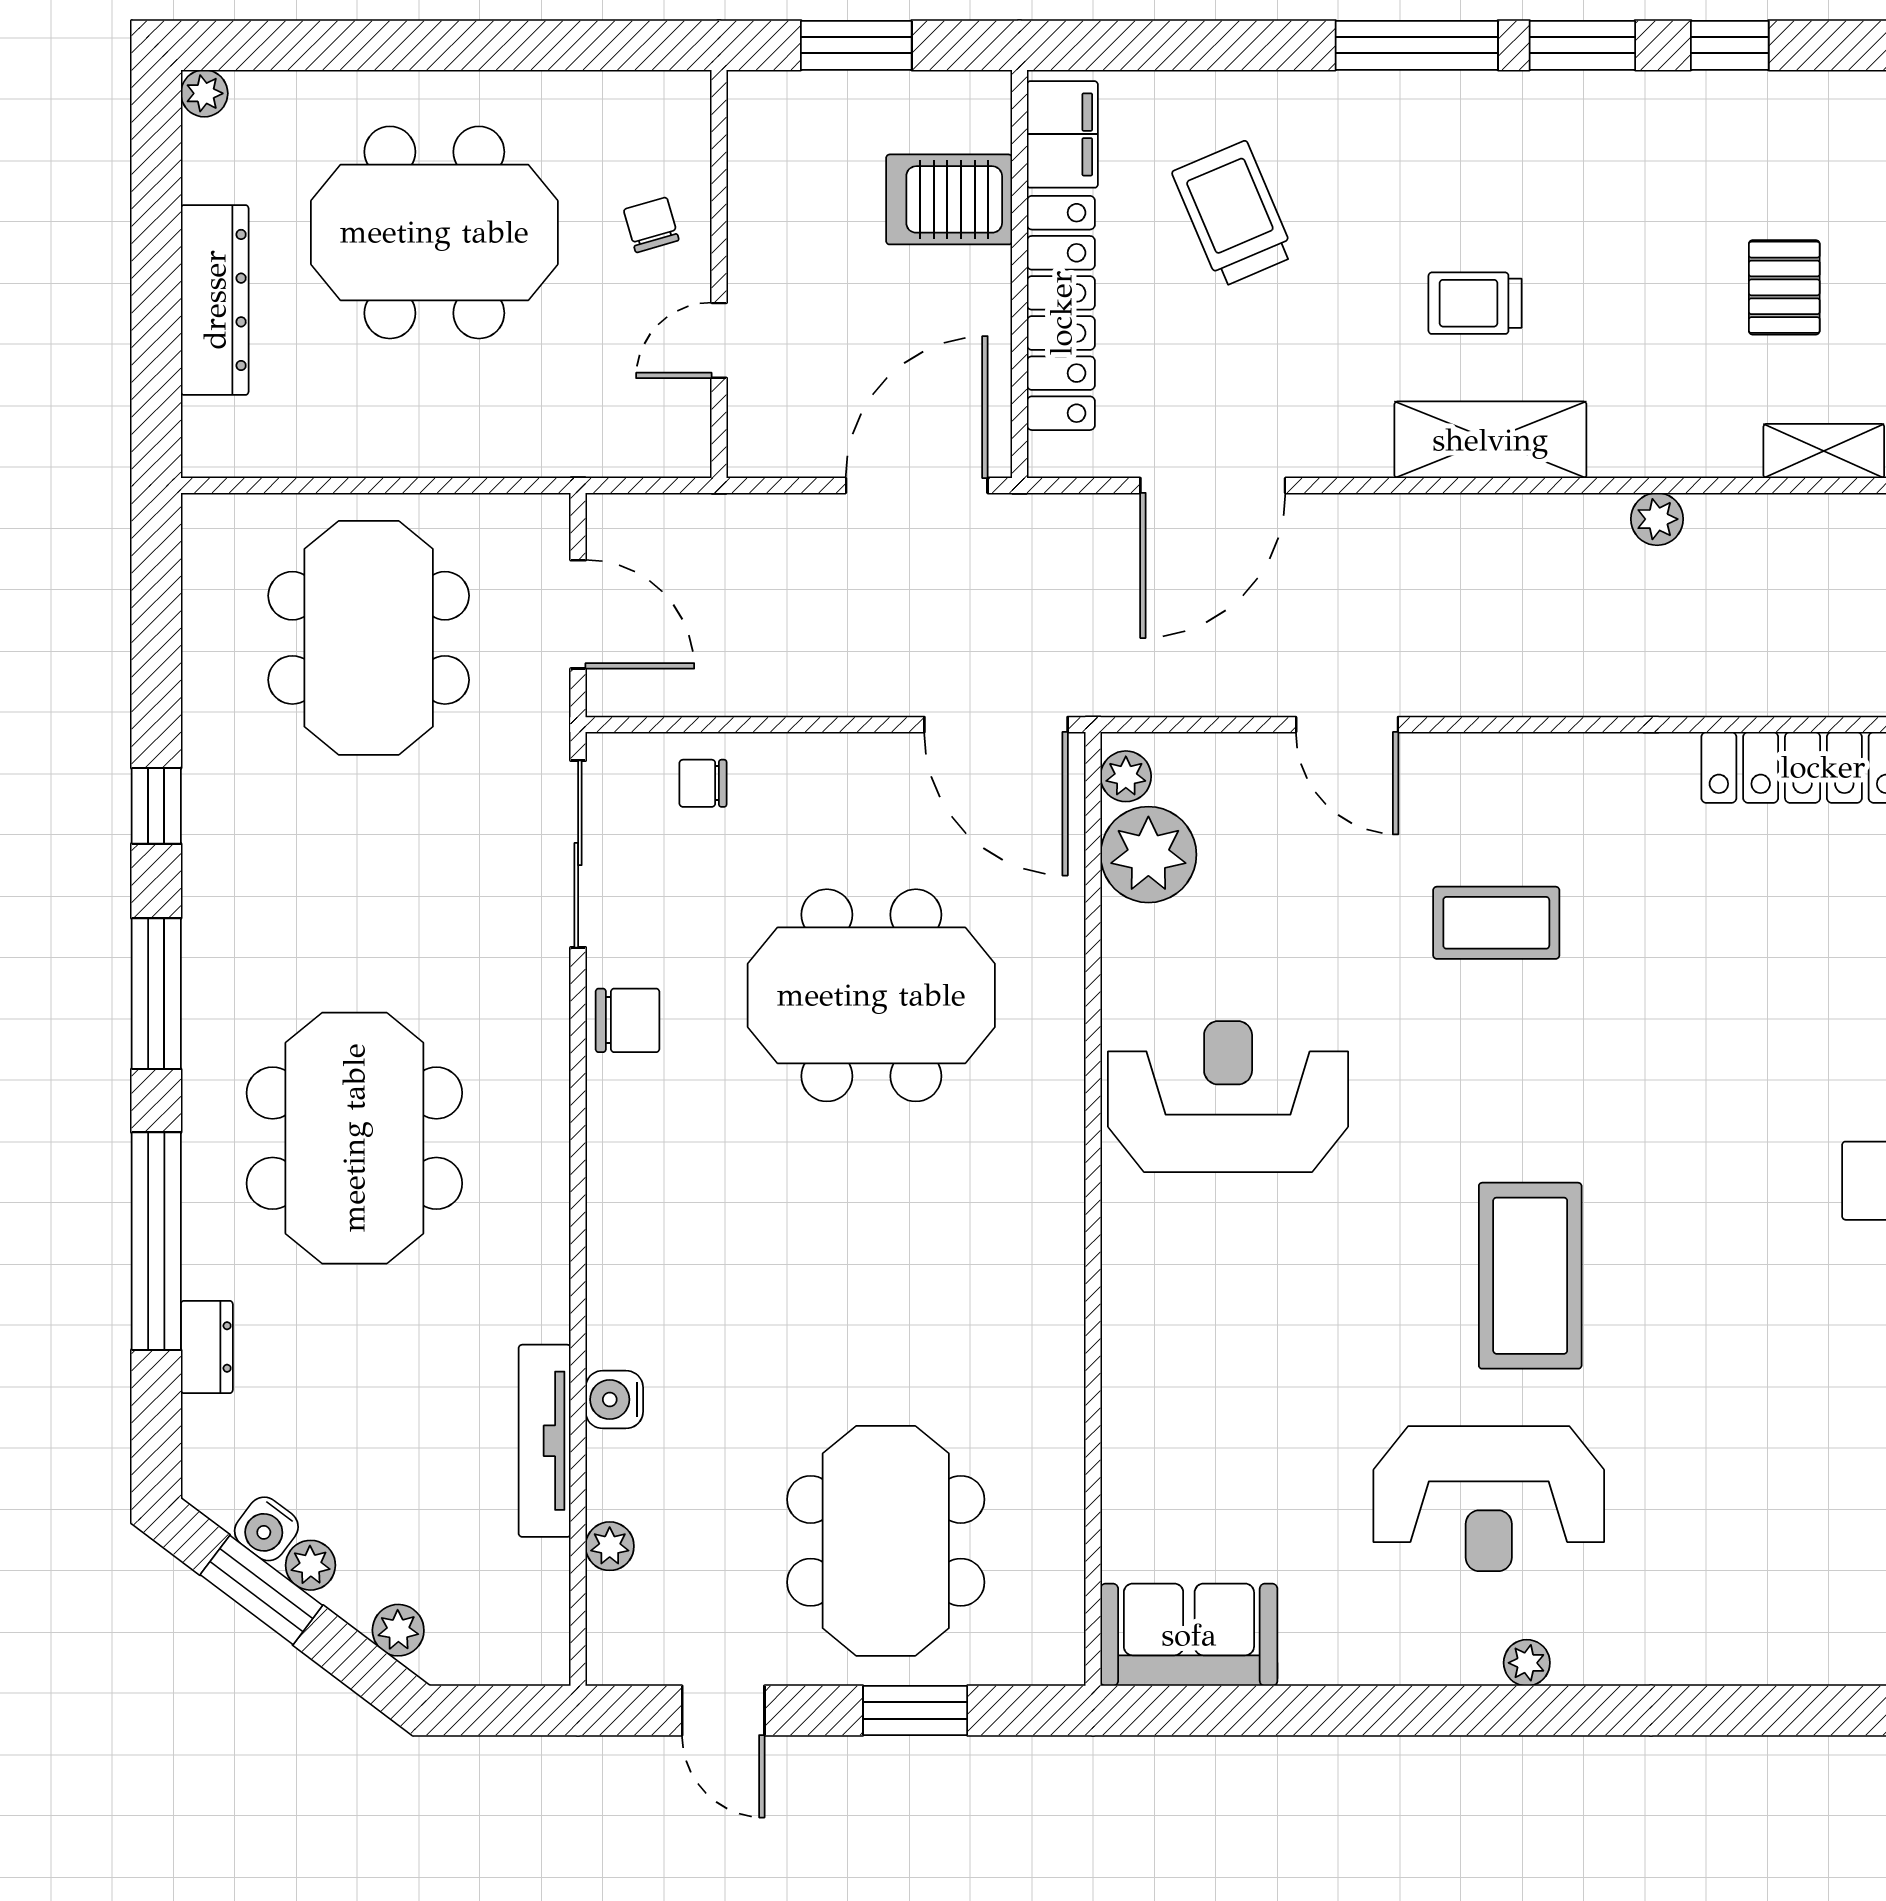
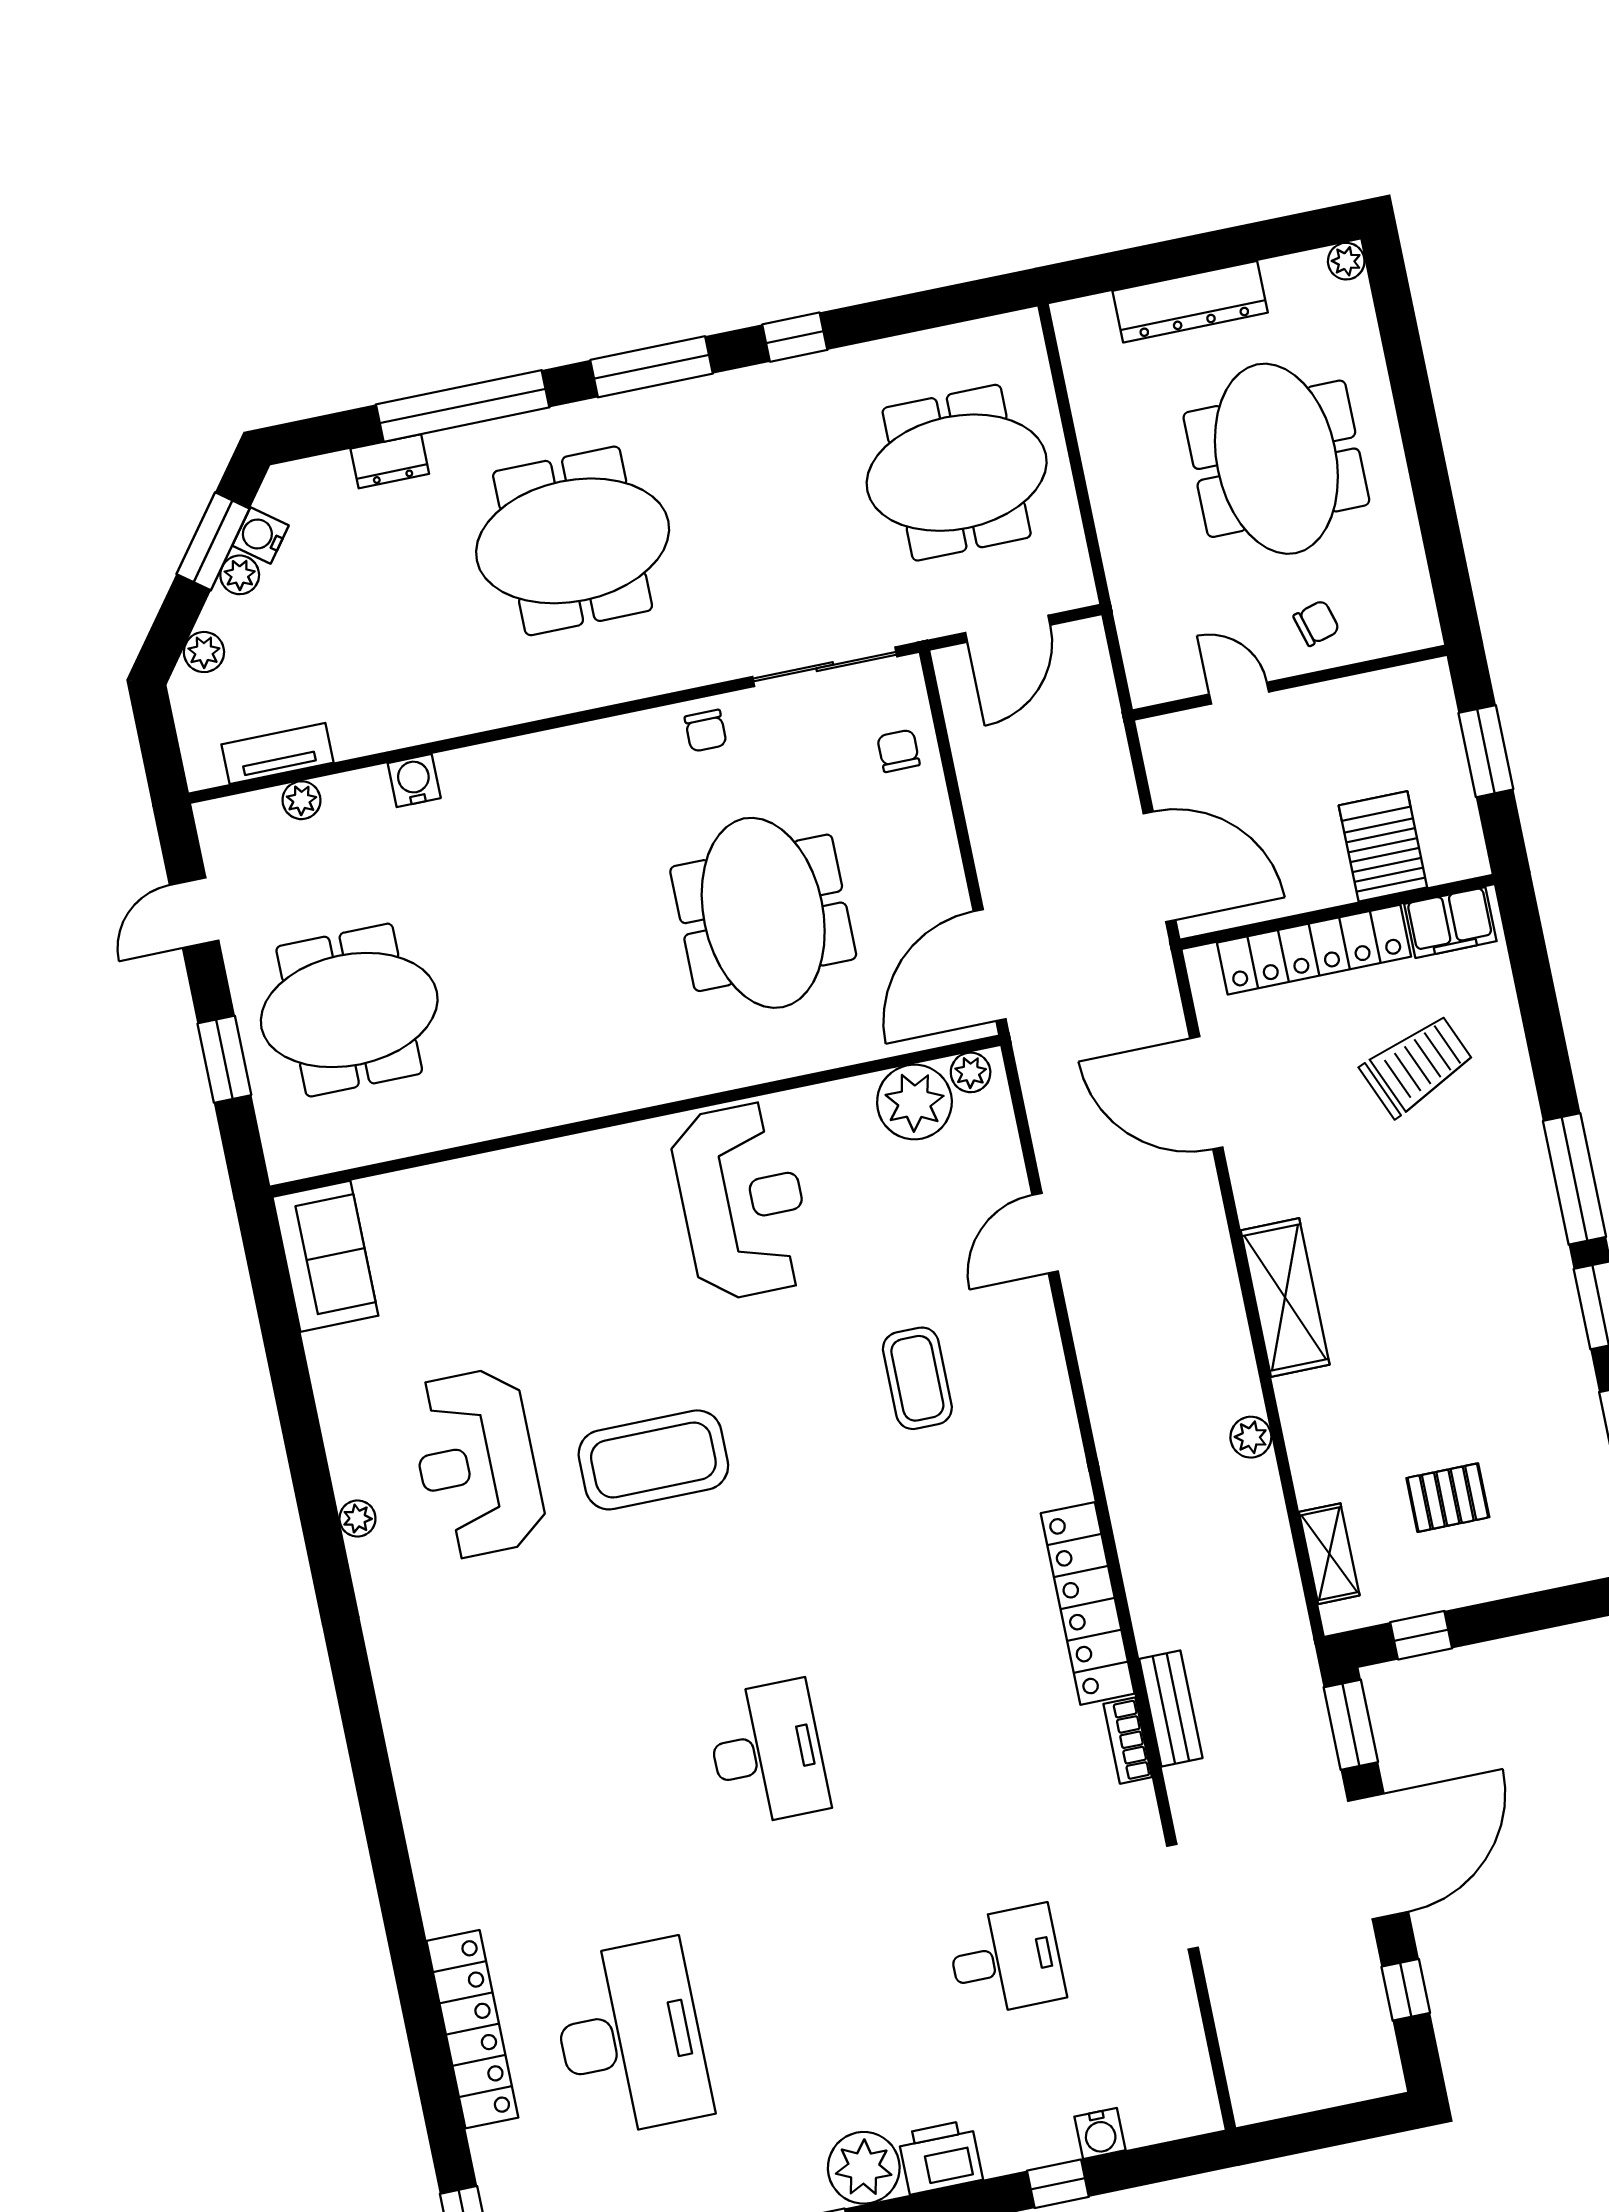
trolley: (1475, 303) -> (1387, 1264), removed
chair: (627, 1020) -> (706, 731), width x0.73, depth x0.73
tv unit: (545, 1441) -> (277, 753), moved, width x0.71

